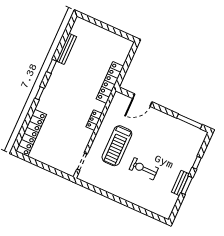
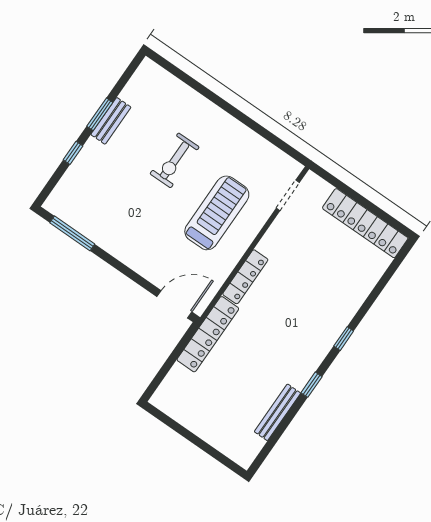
door: (142, 100) -> (174, 304), moved
locker: (94, 120) -> (245, 277), width x1.53
locker: (31, 133) -> (365, 223), moved, turned -90
exercise bike: (144, 169) -> (175, 160), turned 90

